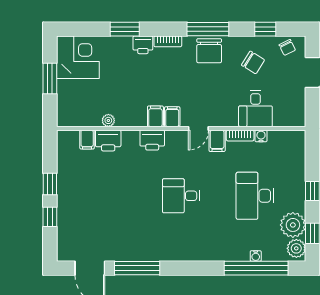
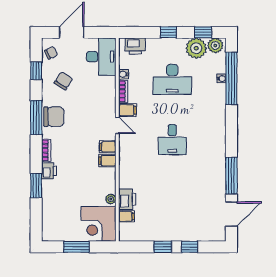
corner desk: (78, 57) -> (99, 224), moved, turned -90
desk: (255, 109) -> (101, 57), moved, width x1.37
printer: (152, 140) -> (135, 46), moved, turned 90

